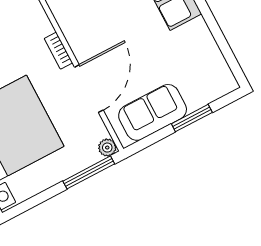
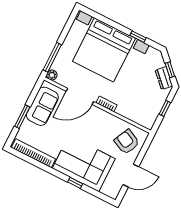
bookcase: (213, 54) -> (33, 153), added
door: (89, 89) -> (80, 96), hinge flipped

